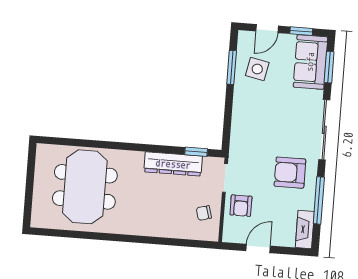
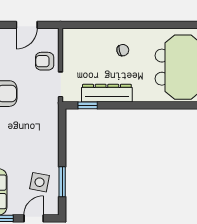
armchair: (241, 206) -> (45, 61), turned -90
chair: (204, 213) -> (123, 50), moved

